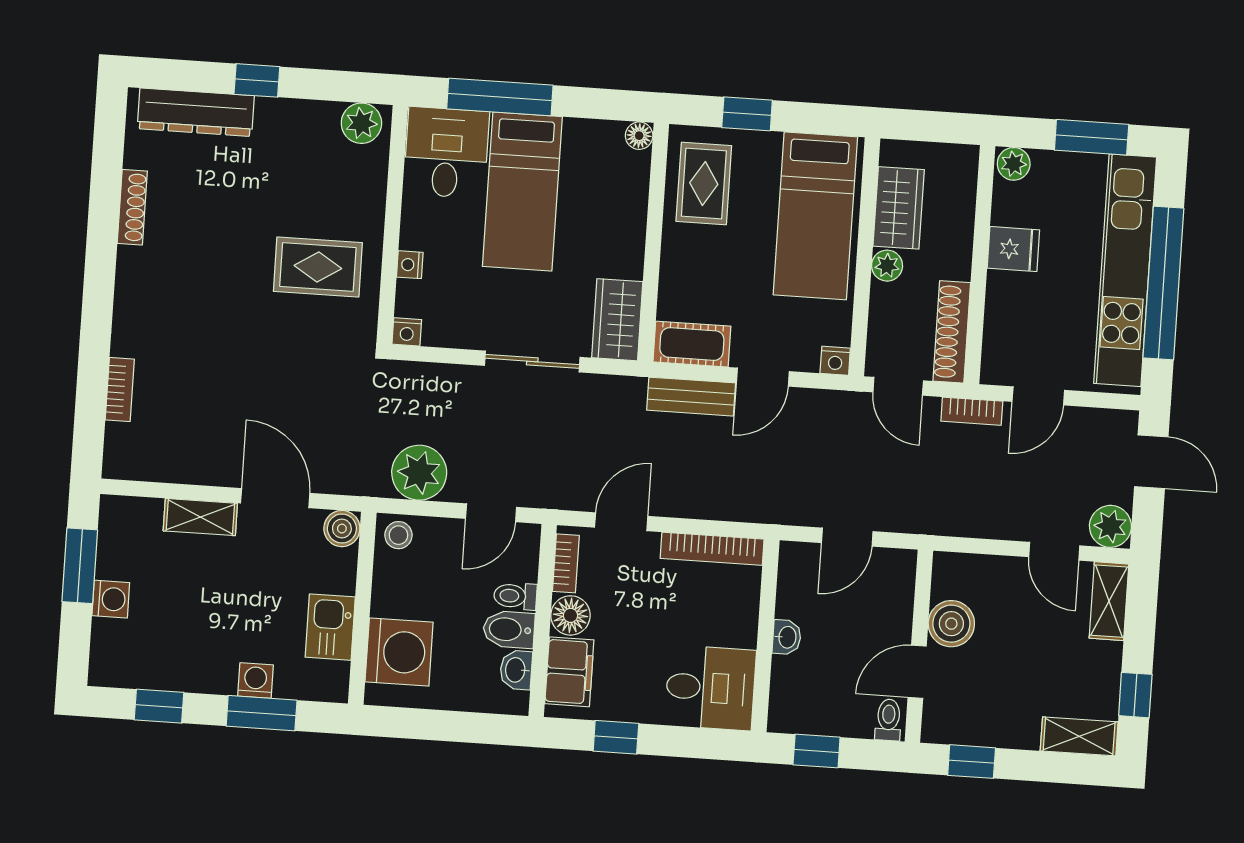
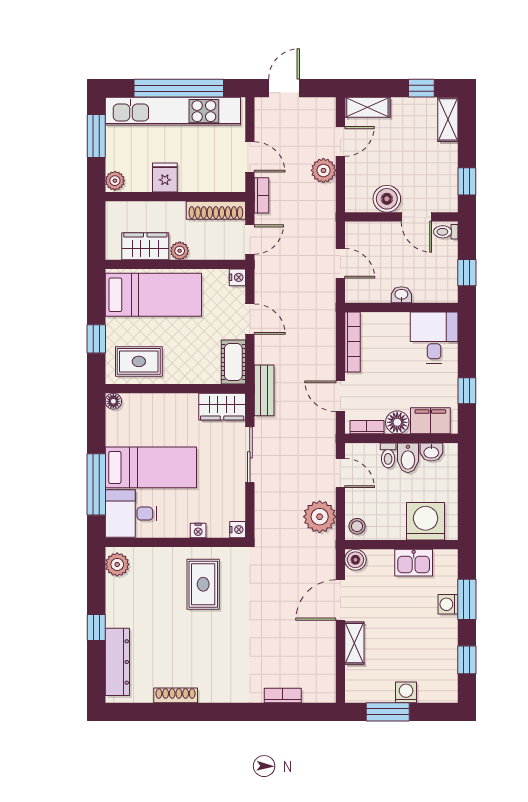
bench: (691, 397) -> (264, 390), moved
plant: (1110, 526) -> (323, 170), moved

